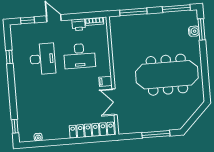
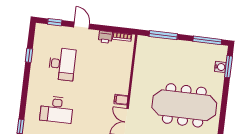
desk: (79, 56) -> (57, 110), moved

